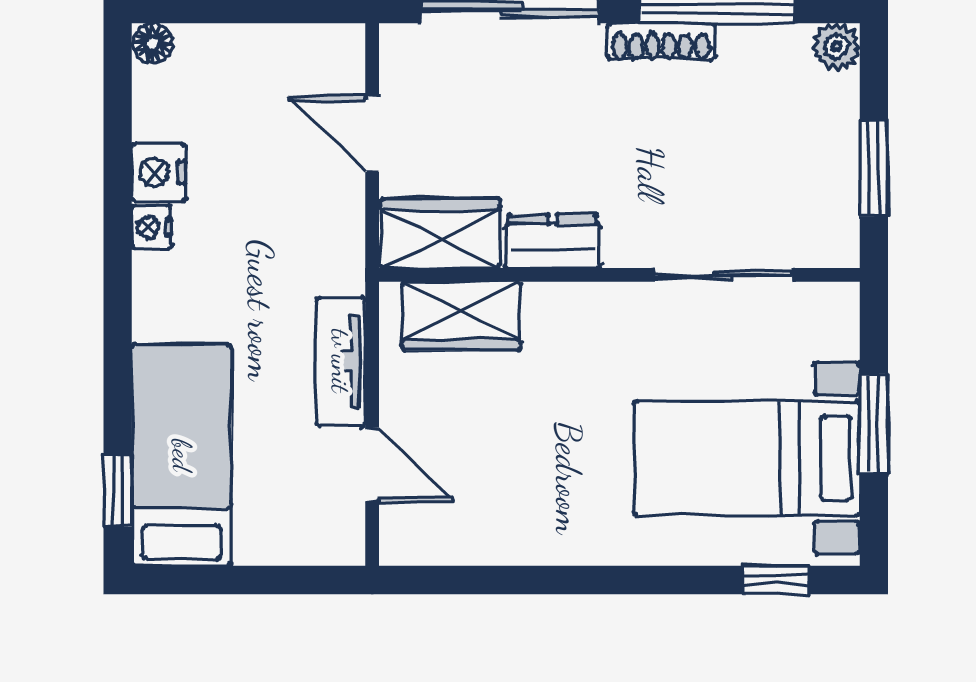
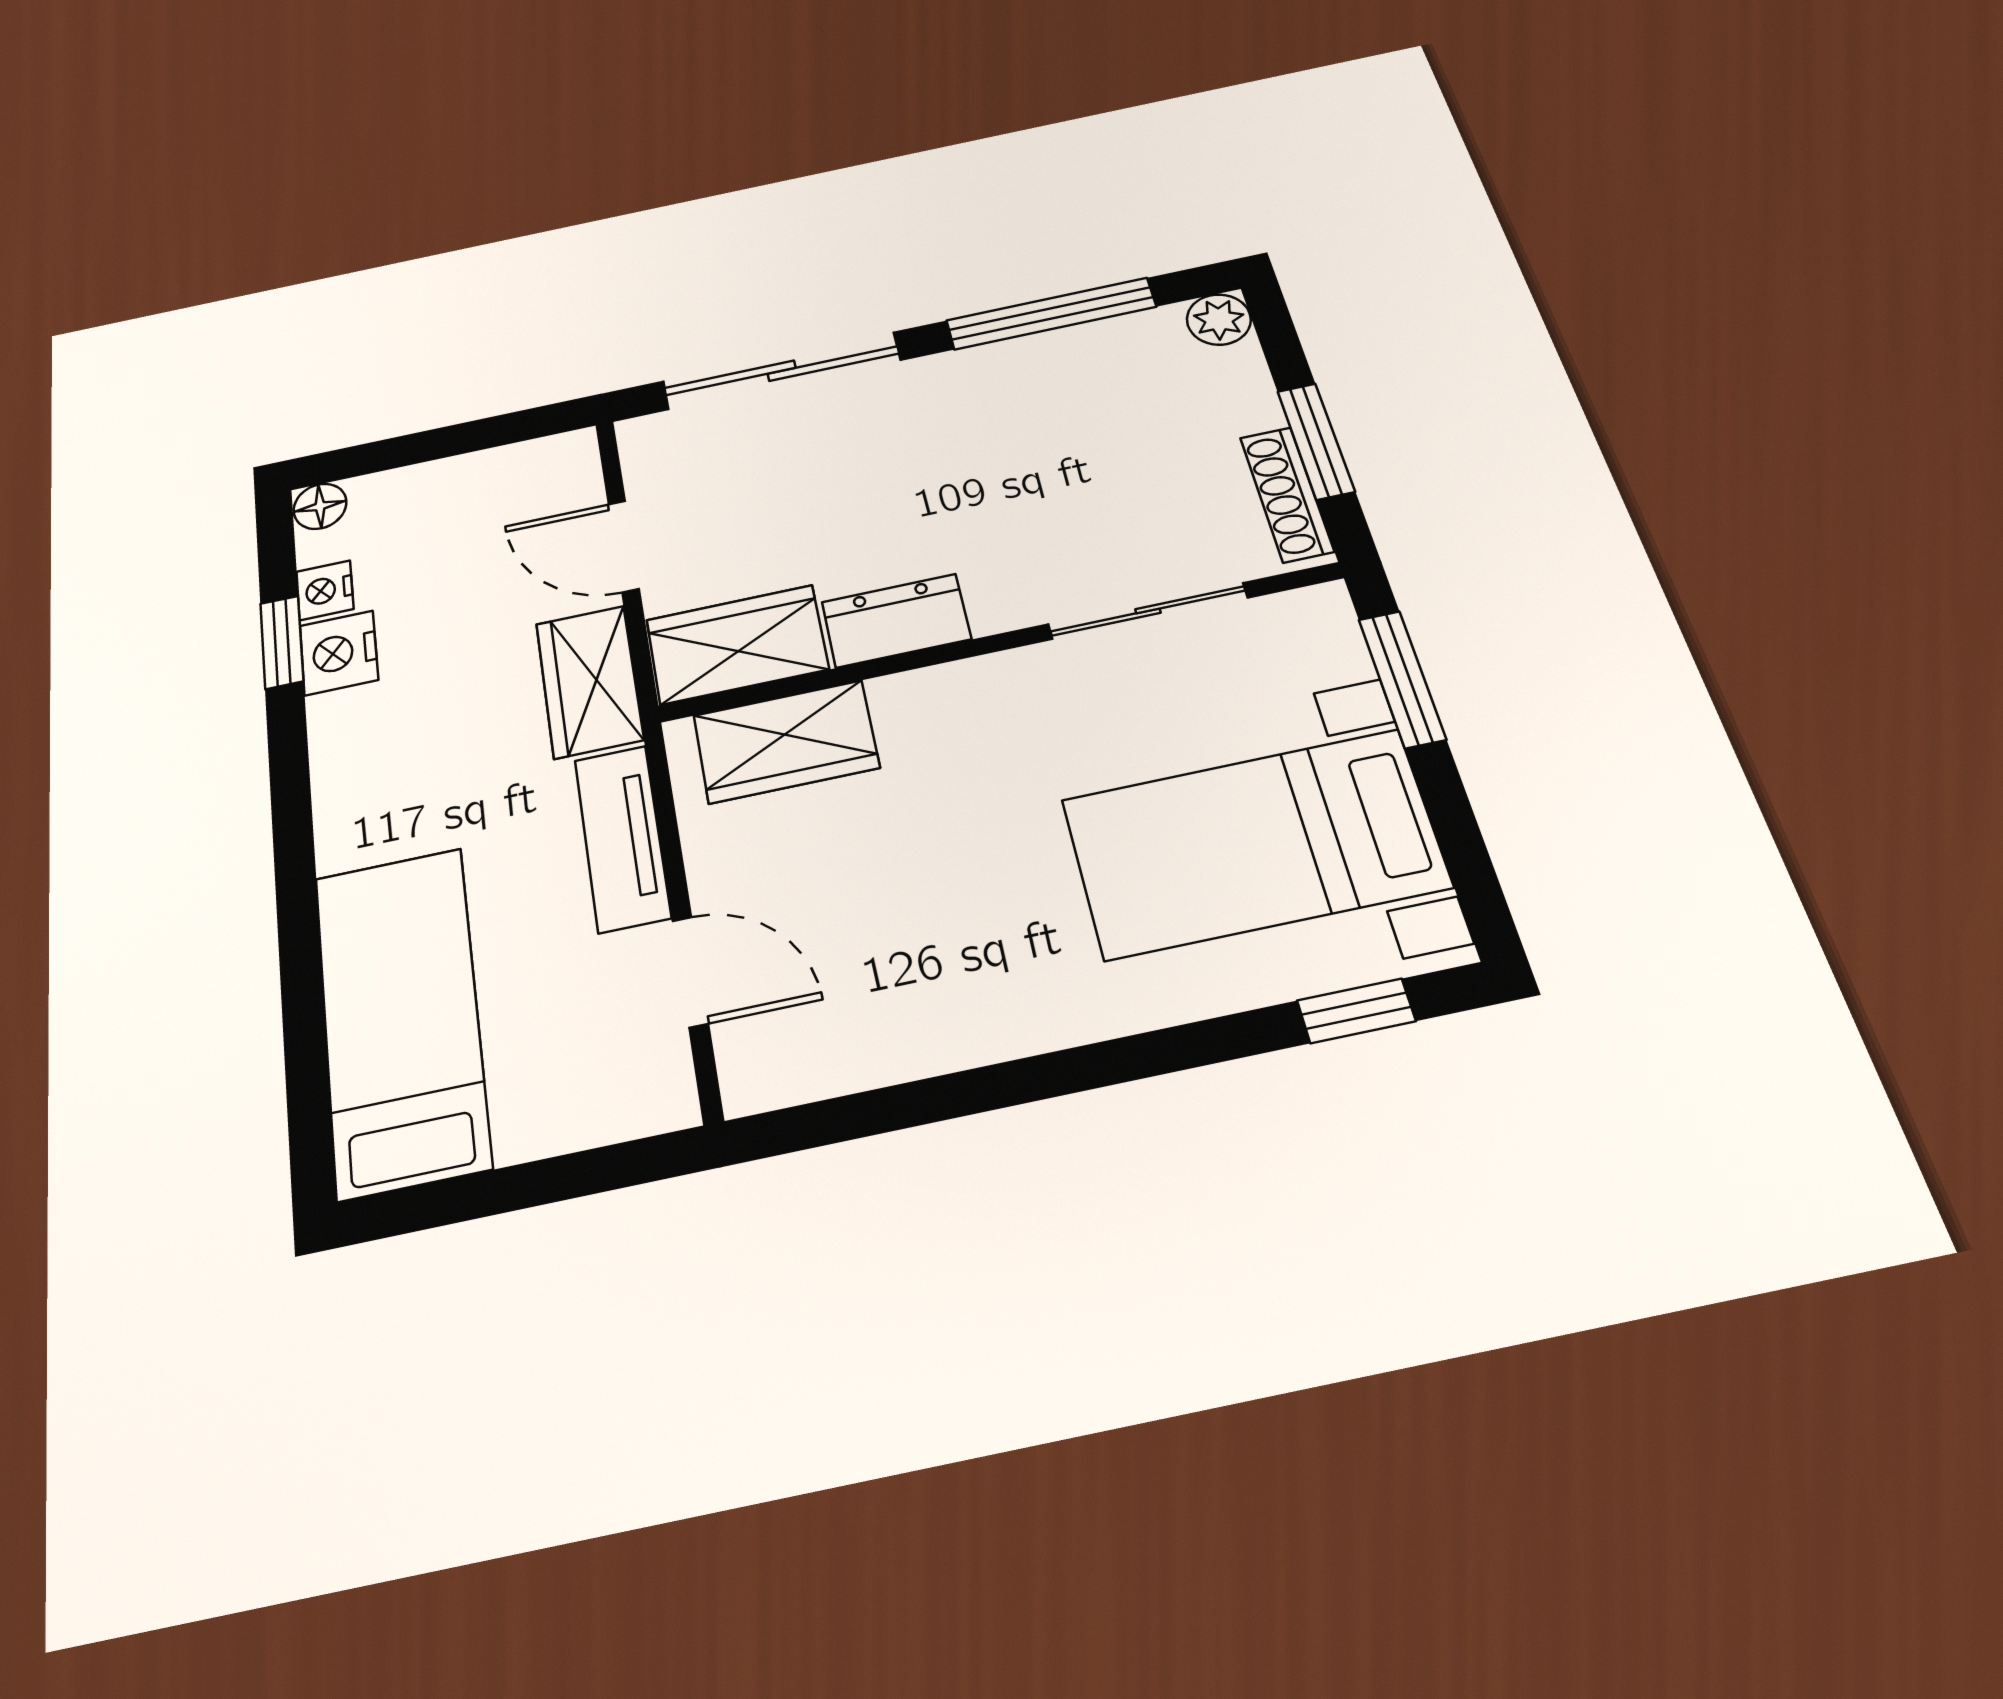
shoe rack: (661, 42) -> (1287, 494), moved, turned 90
nightstand: (152, 227) -> (325, 590), moved
wardrobe: (334, 238) -> (589, 681), added
window: (874, 424) -> (1402, 679), moved
window: (118, 490) -> (282, 642), moved

